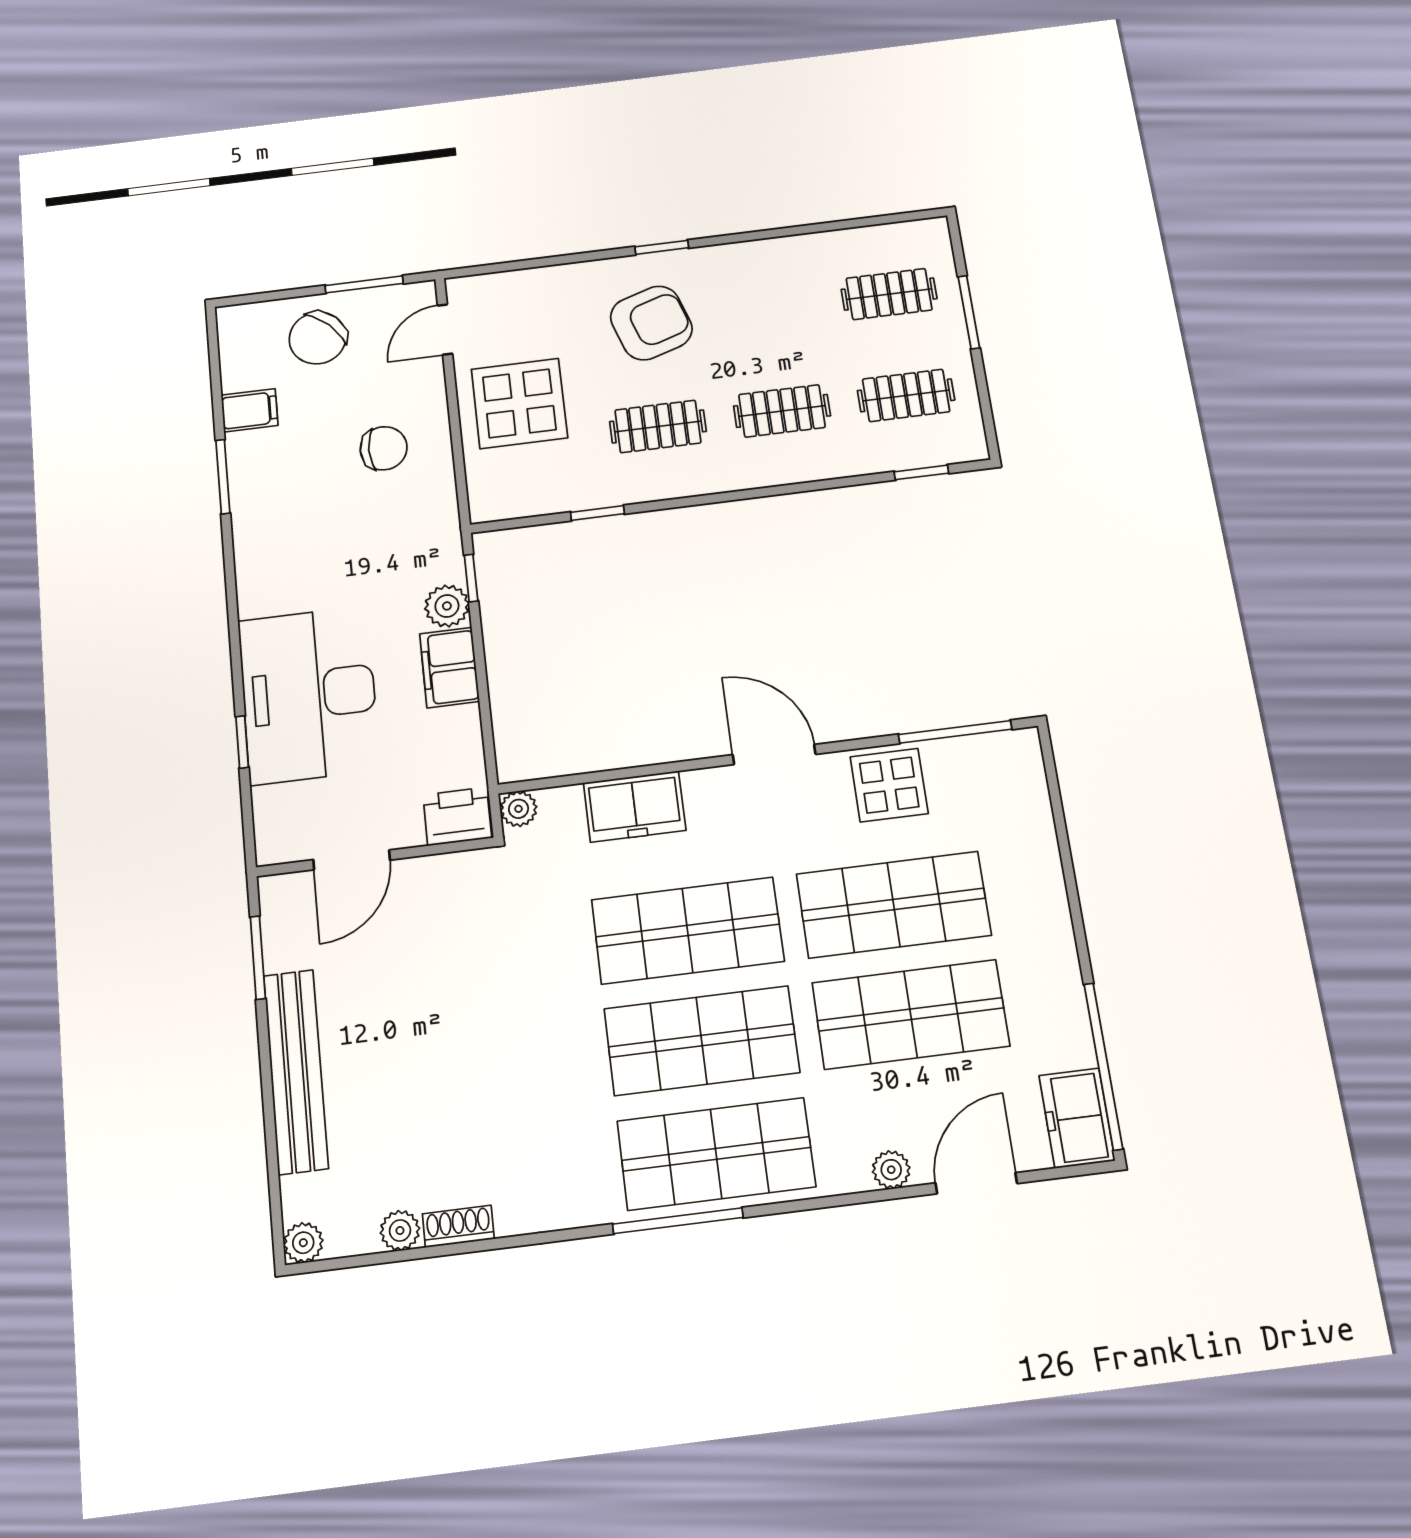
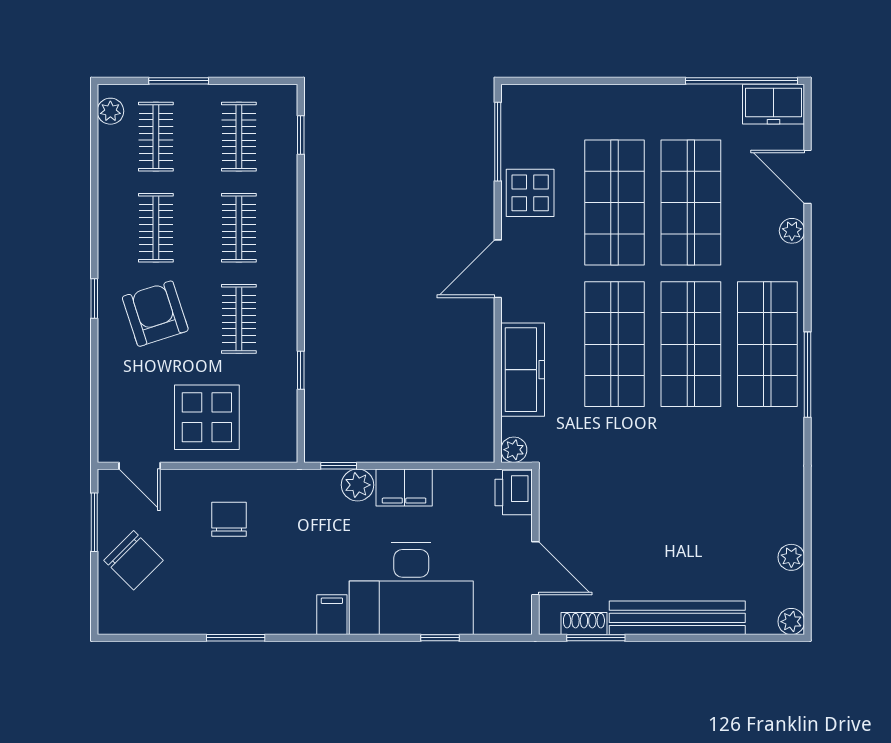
plant: (914, 235) -> (110, 111), added
clothes rail: (767, 309) -> (156, 228), added
filing cabinet: (250, 410) -> (332, 615), moved
freezer: (635, 807) -> (523, 370), width x1.40
shoe rack: (458, 1226) -> (584, 624), moved, turned 90

